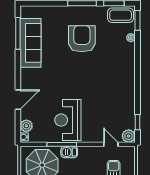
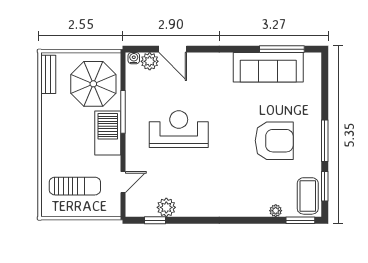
door: (18, 100) -> (173, 49), moved
reception desk: (68, 120) -> (179, 129), moved
plant: (129, 136) -> (166, 207), moved
barbecue: (69, 152) -> (108, 133), width x1.88, depth x1.53

